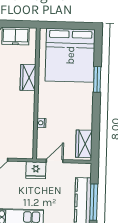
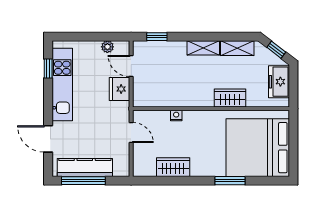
wardrobe: (84, 144) -> (173, 167), moved
fridge: (36, 170) -> (120, 89), moved

